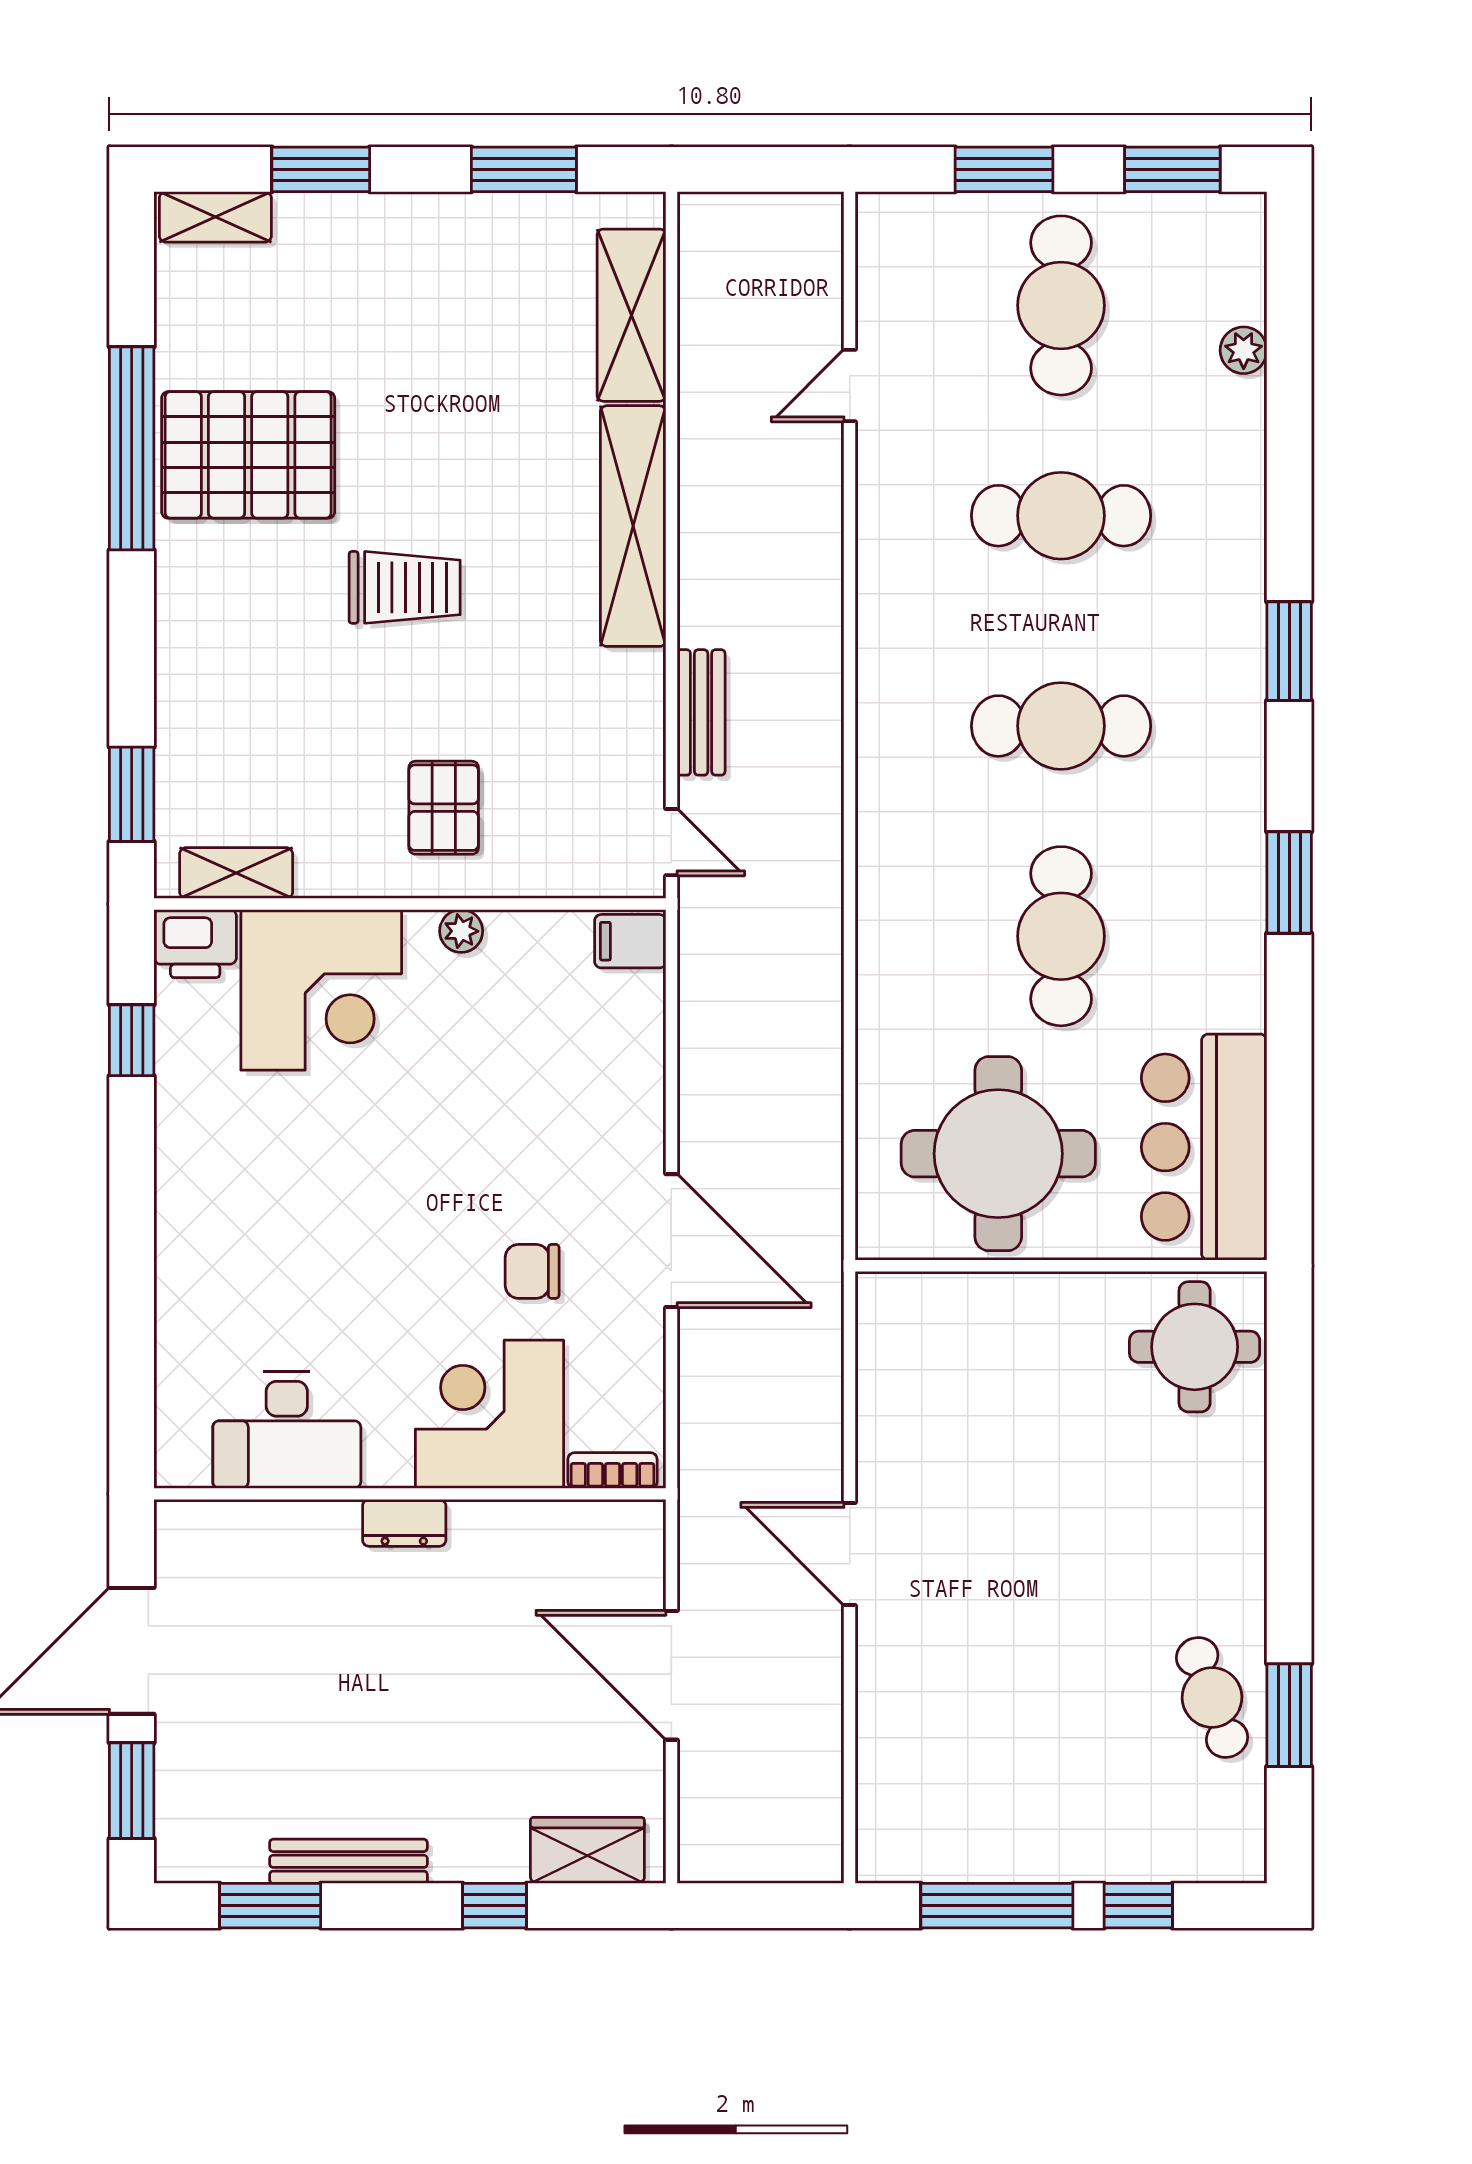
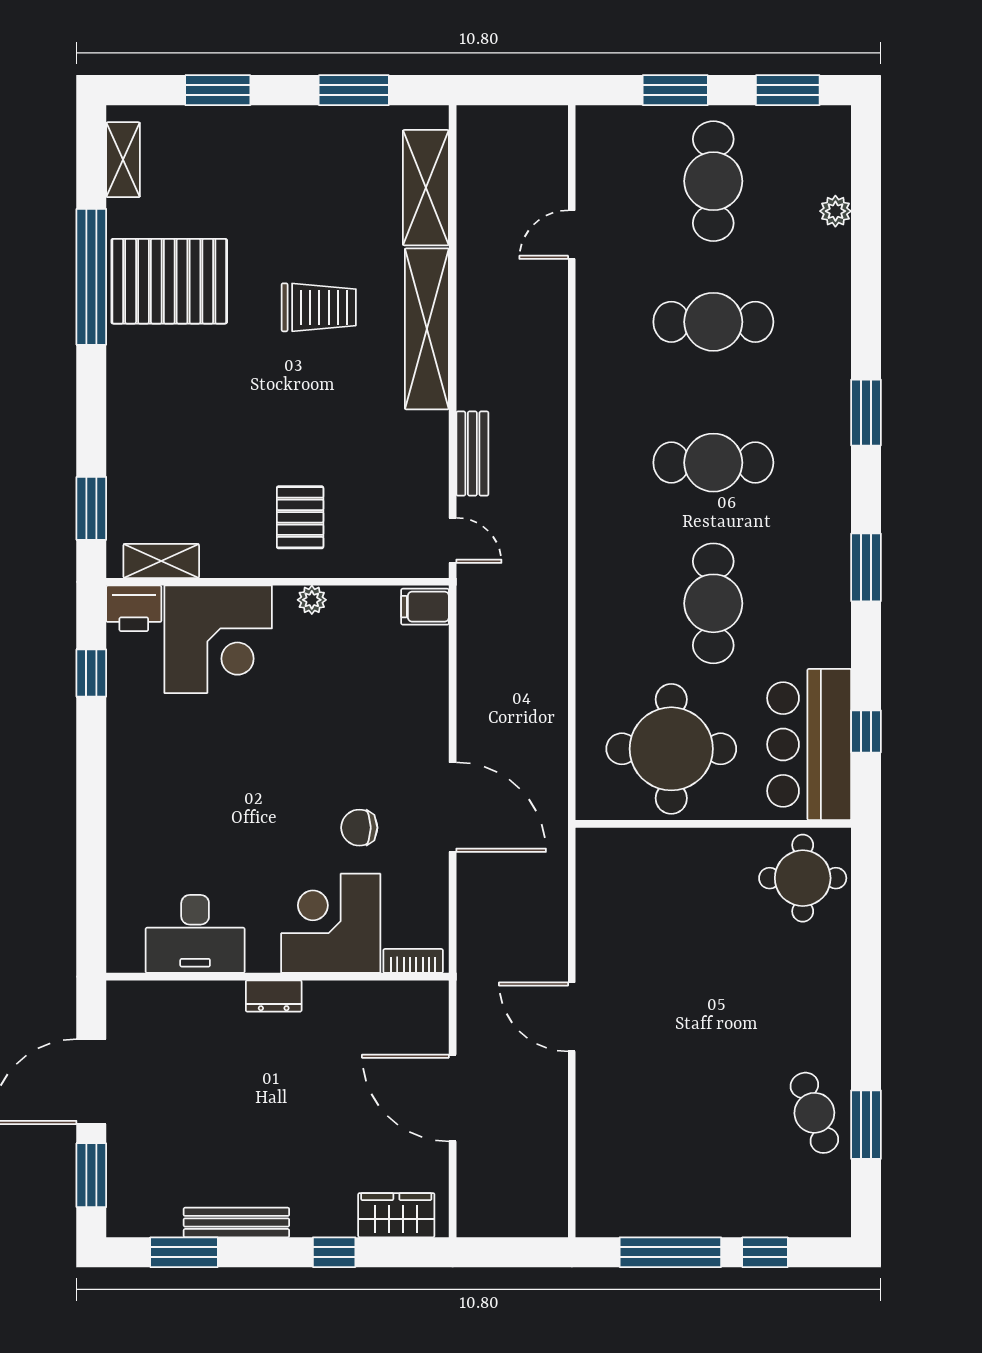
shelving: (215, 217) -> (123, 160), moved, turned 90
trolley: (405, 587) -> (319, 307), moved
window: (1289, 1128) -> (866, 731), added

